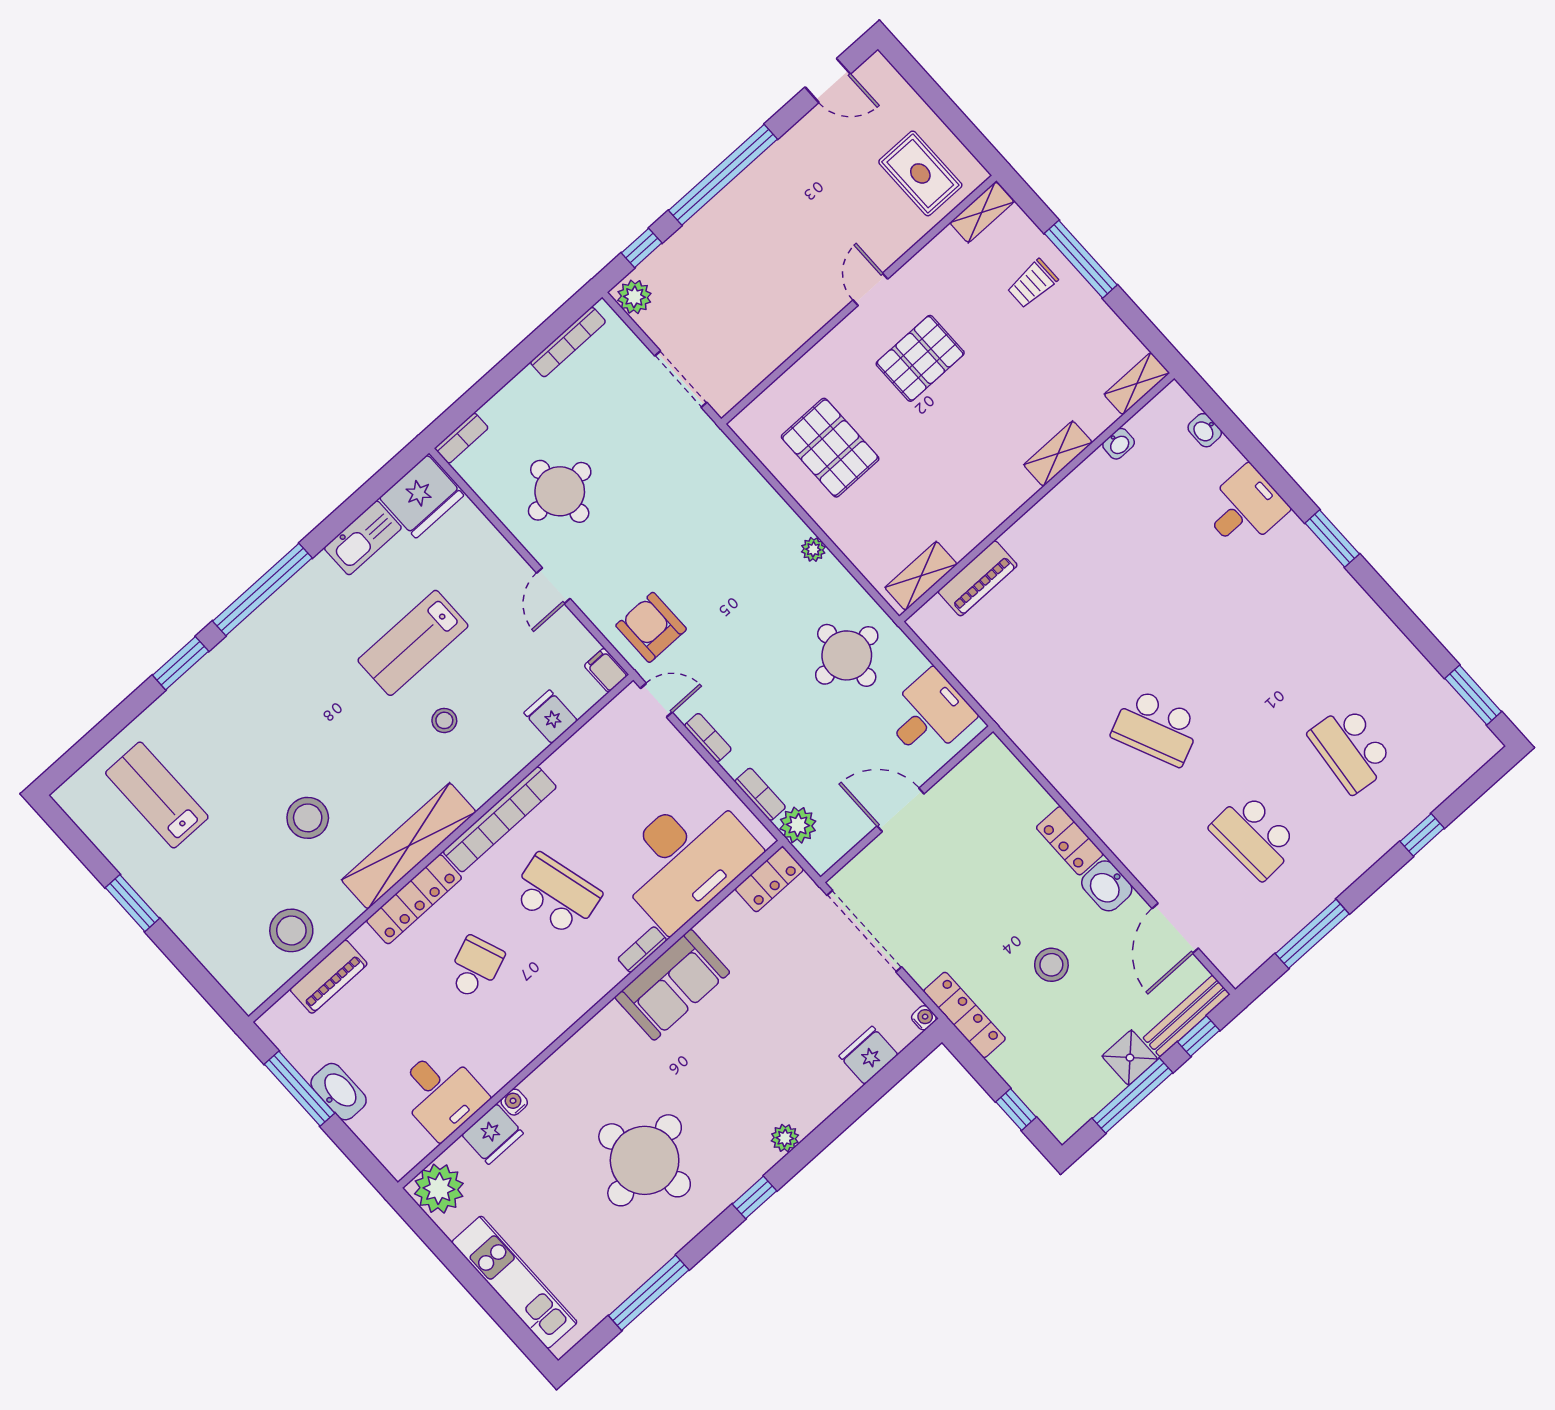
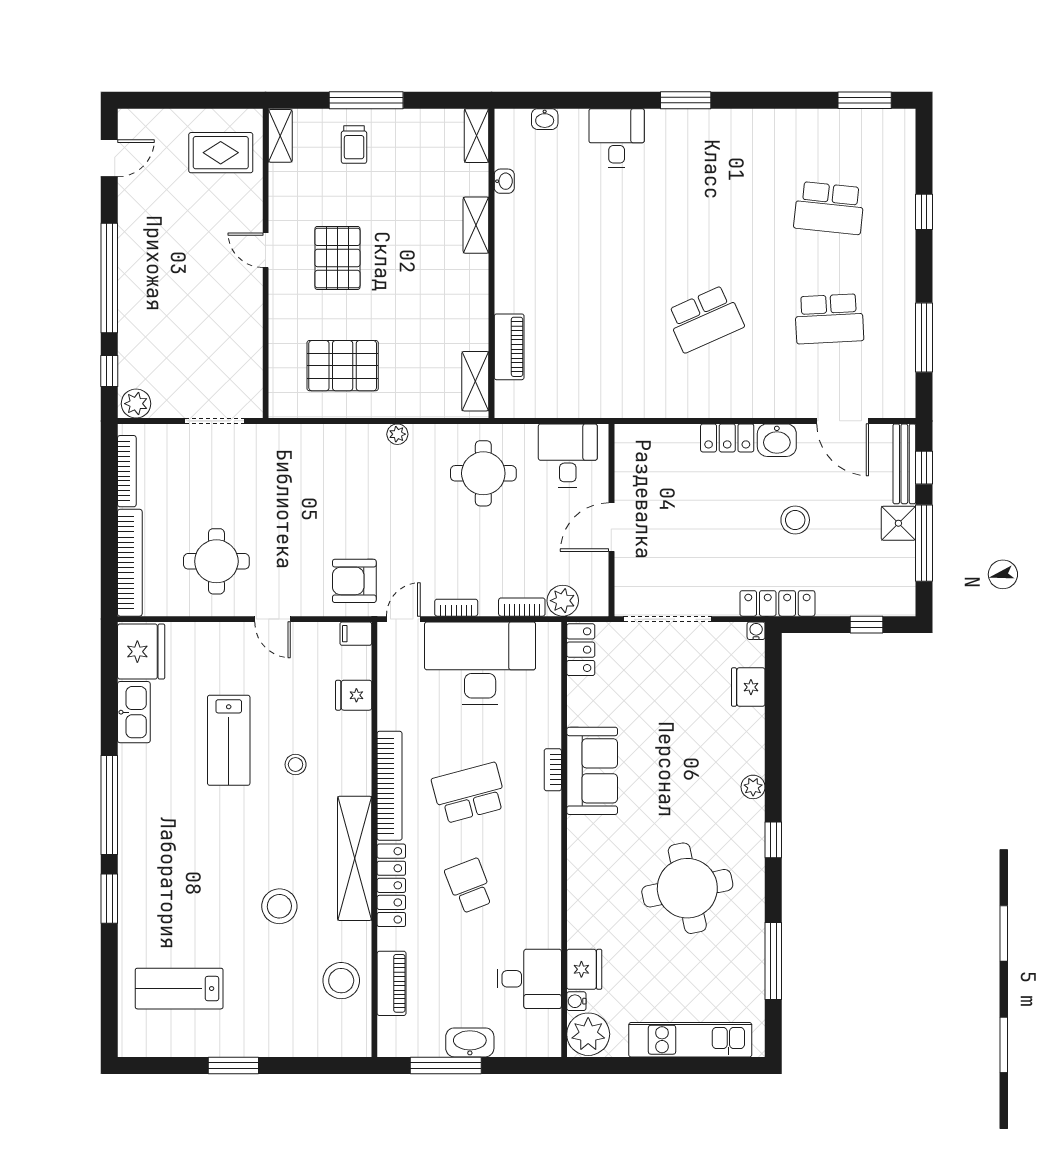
bookcase: (461, 438) -> (130, 563), width x2.31, depth x1.31
desk: (685, 859) -> (480, 663), moved, turned -90
water cooler: (514, 1102) -> (576, 1001), moved

